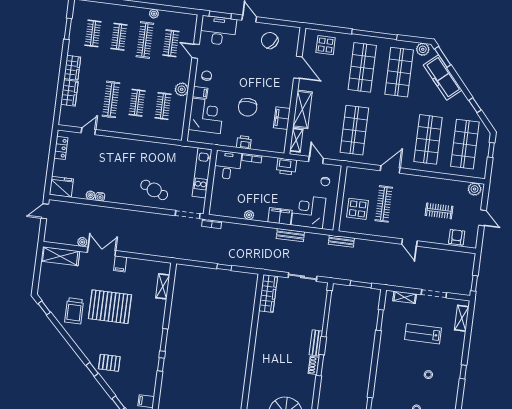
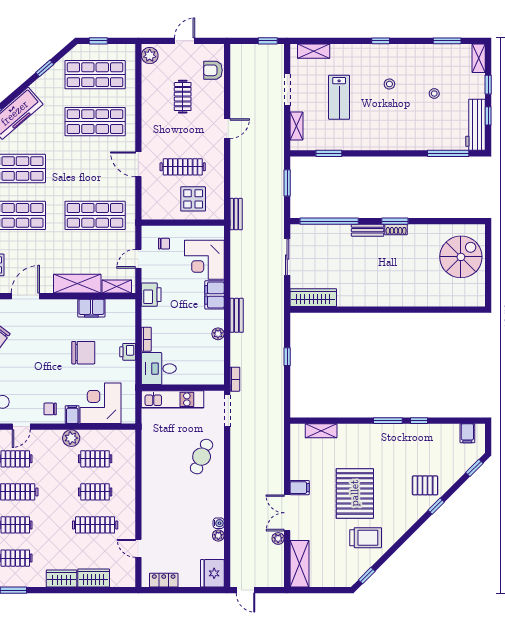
bench: (290, 235) -> (237, 315), moved
pallet: (109, 363) -> (425, 485), turned 90

